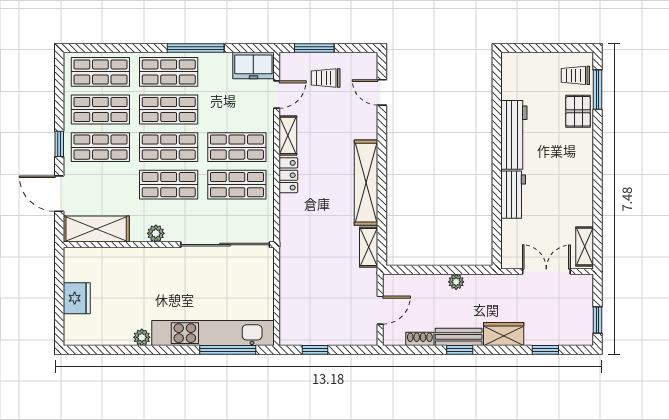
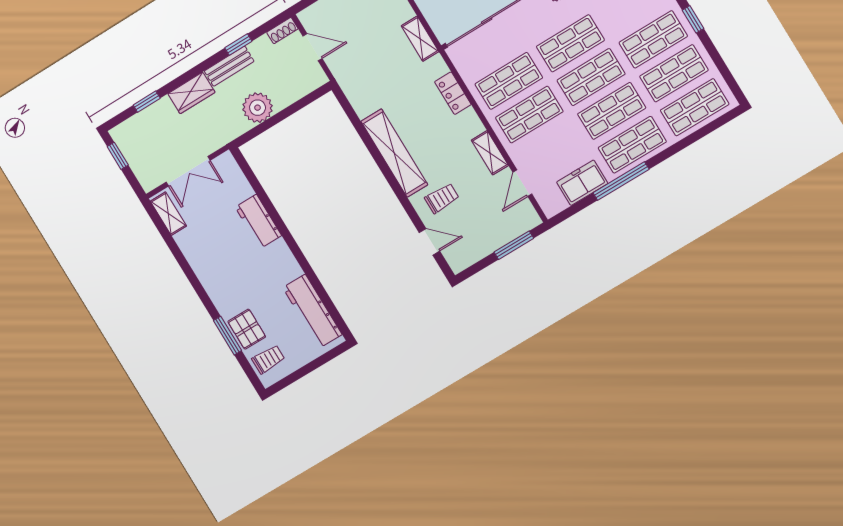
freezer: (253, 65) -> (582, 183), moved
trolley: (326, 78) -> (442, 198), moved
window: (598, 90) -> (228, 336), moved
workbench: (514, 135) -> (312, 311), moved
locker: (288, 175) -> (453, 93), moved
shelving: (369, 247) -> (420, 39), moved
plant: (456, 282) -> (258, 108), width x1.87, depth x1.87
door: (380, 310) -> (313, 47), swing flipped
shoe rack: (420, 339) -> (282, 31), moved
window: (460, 350) -> (238, 45), moved

